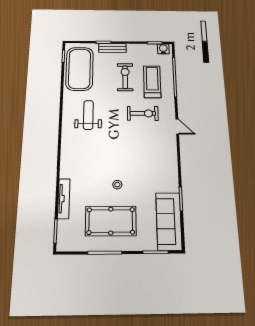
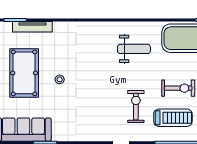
exercise bike: (143, 113) -> (136, 107), turned 180
tv unit: (64, 199) -> (32, 27), moved

